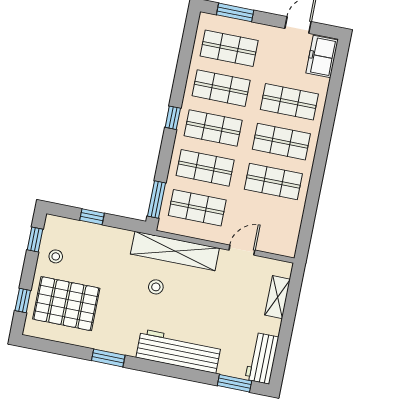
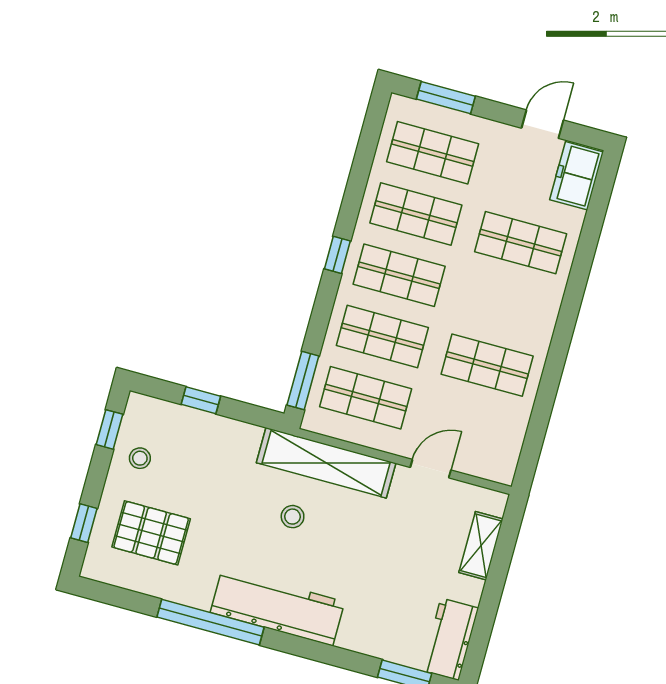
shop shelf: (281, 142) -> (504, 304), removed
pallet: (66, 304) -> (151, 533), width x0.73, depth x0.71
workbench: (179, 351) -> (277, 607), moved
window: (108, 358) -> (211, 622), width x2.11

